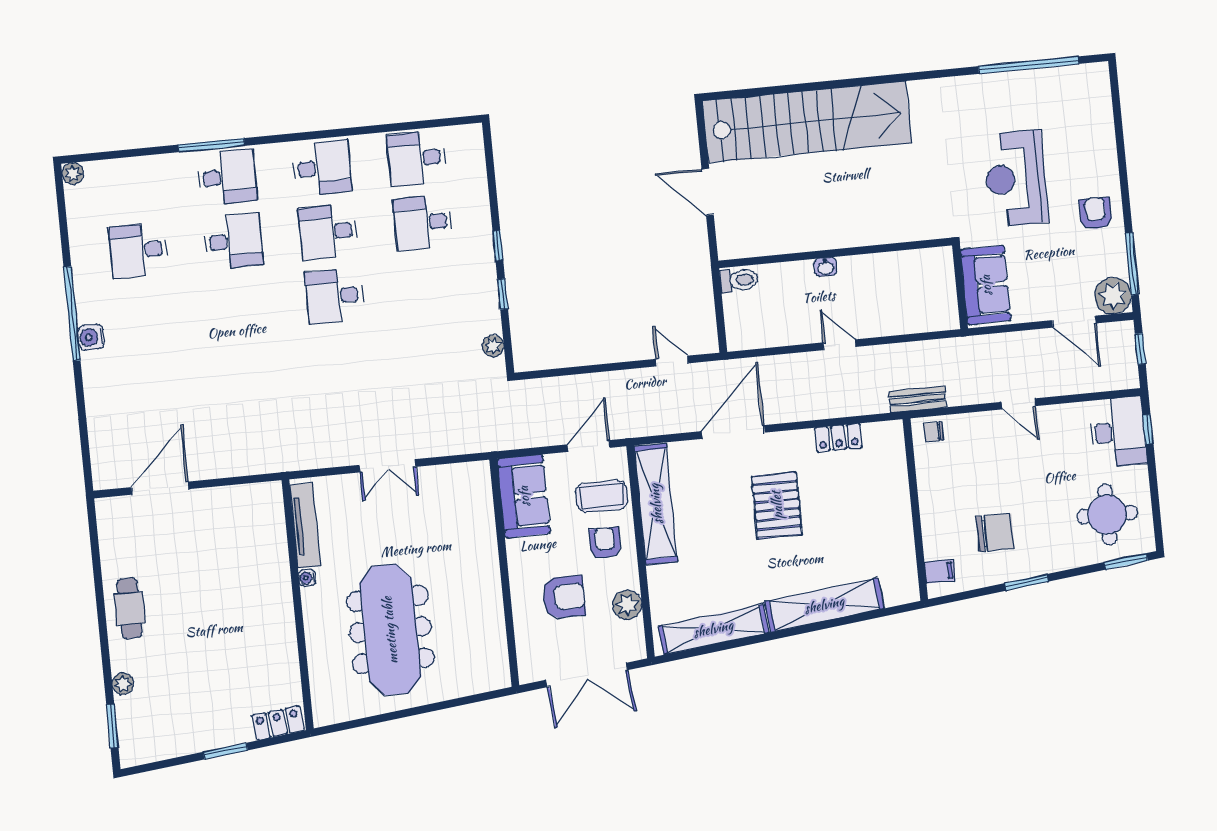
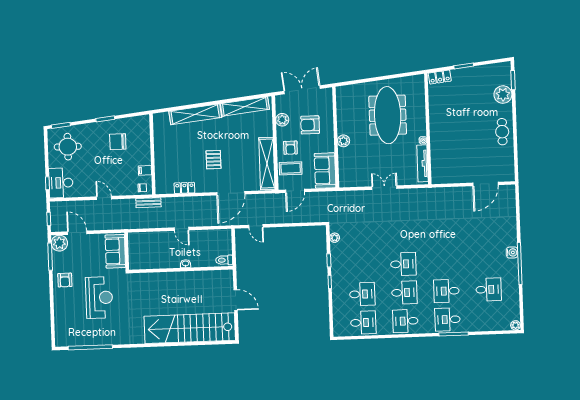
pallet: (777, 505) -> (213, 160), width x0.67, depth x0.71
plant: (486, 566) -> (344, 141), added
filing cabinet: (940, 571) -> (145, 170), moved
plant: (123, 684) -> (503, 95), width x1.88, depth x1.88

